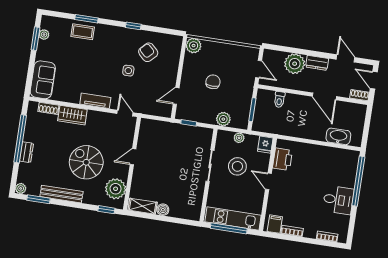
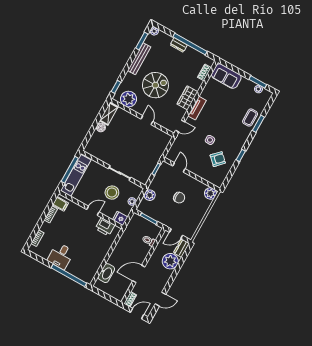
dresser: (317, 63) -> (181, 248), moved
wardrobe: (72, 115) -> (187, 98), moved

